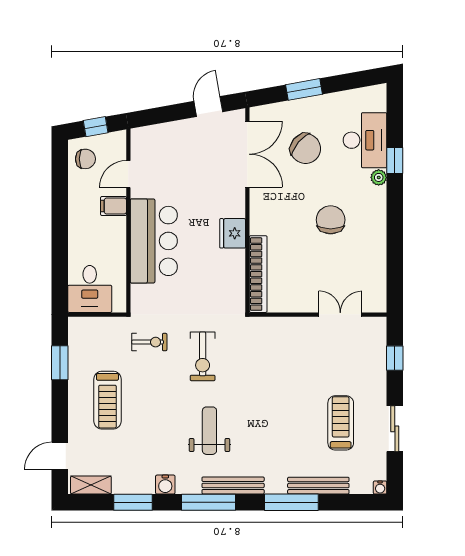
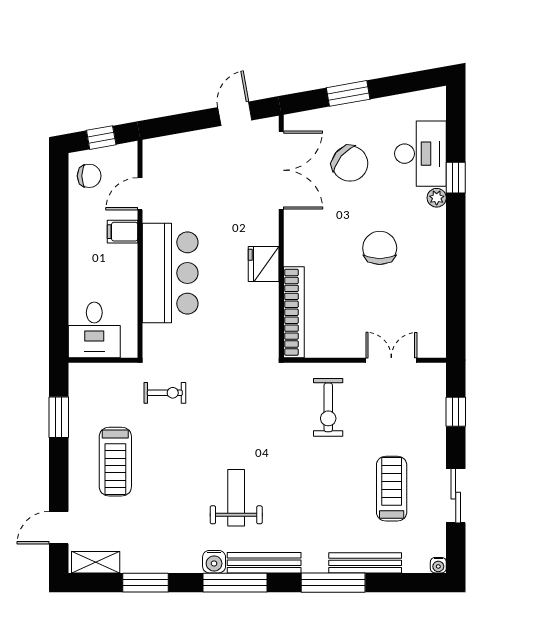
exercise bike: (203, 356) -> (328, 407), moved
water cooler: (165, 485) -> (214, 562), moved

